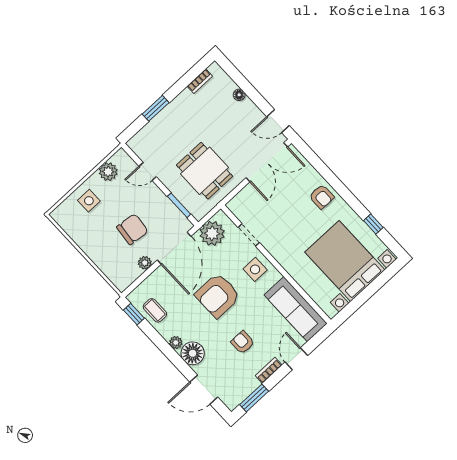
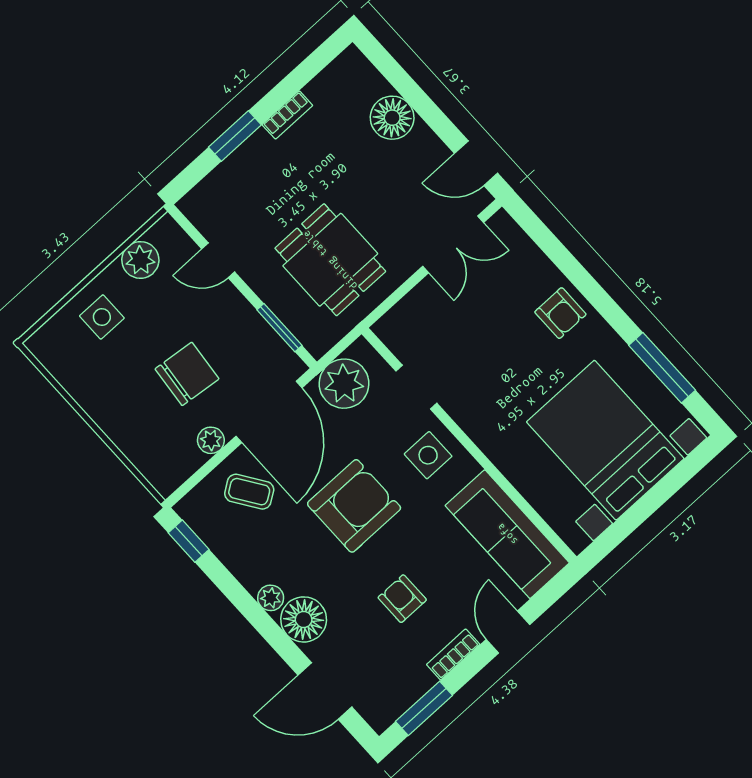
bookcase: (200, 81) -> (287, 115), moved
floor lamp: (239, 95) -> (392, 118), width x1.89, depth x1.89
double door: (267, 162) -> (453, 244), width x0.73
window: (373, 224) -> (662, 368), width x2.17
armchair: (218, 295) -> (354, 506), turned 180
coffee table: (155, 310) -> (249, 492), moved, turned -34

